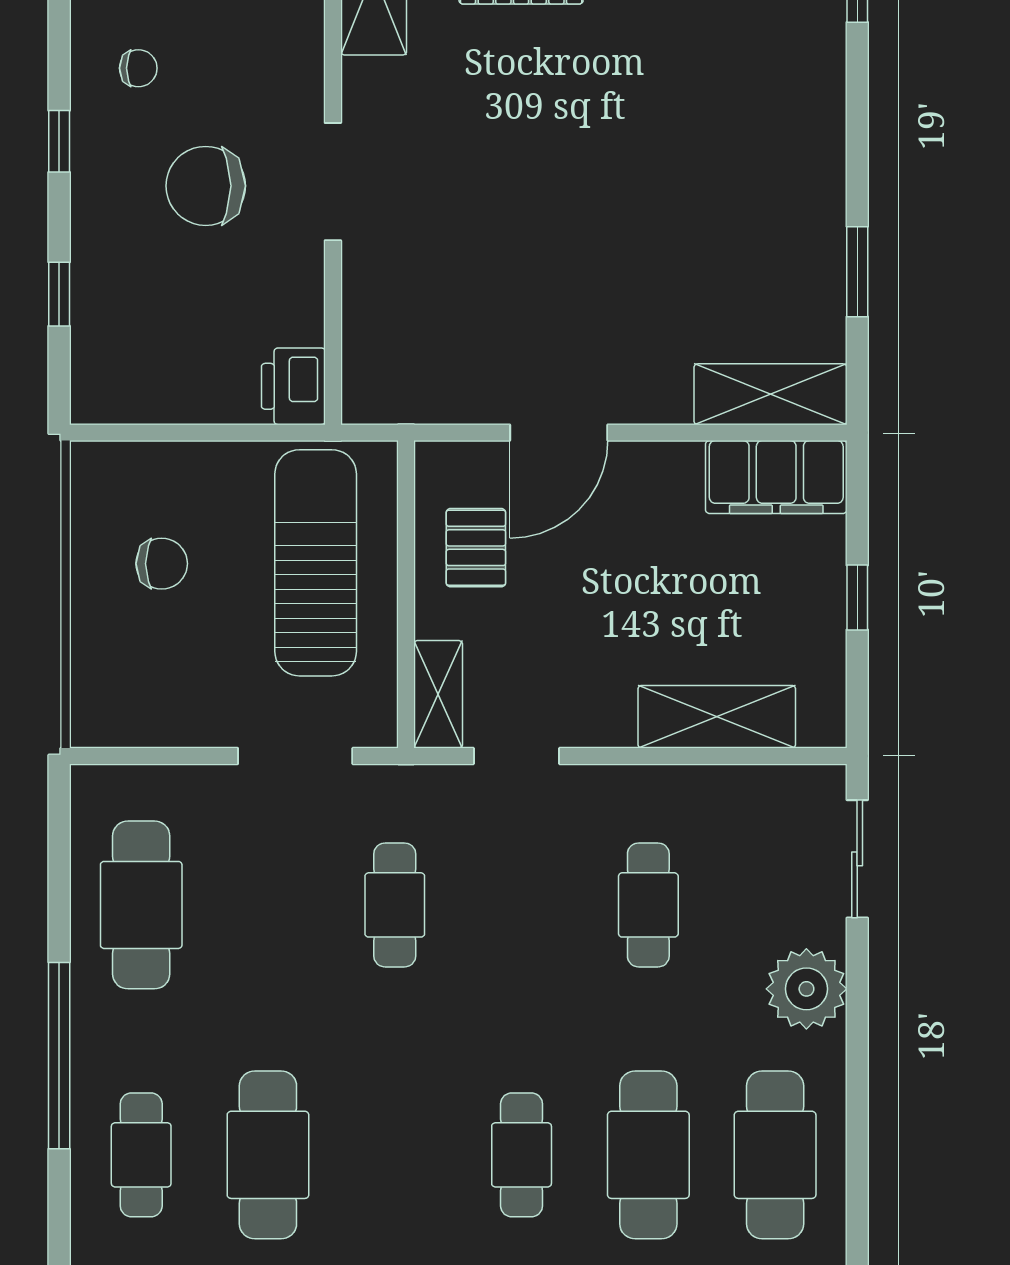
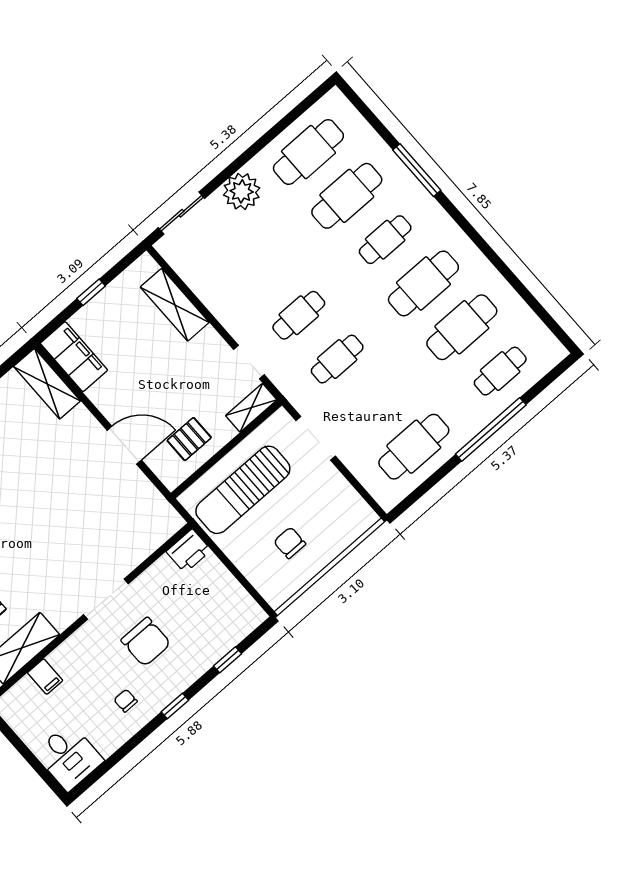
cafe table: (648, 905) -> (299, 315), moved
cafe table: (395, 1155) -> (423, 283), added

